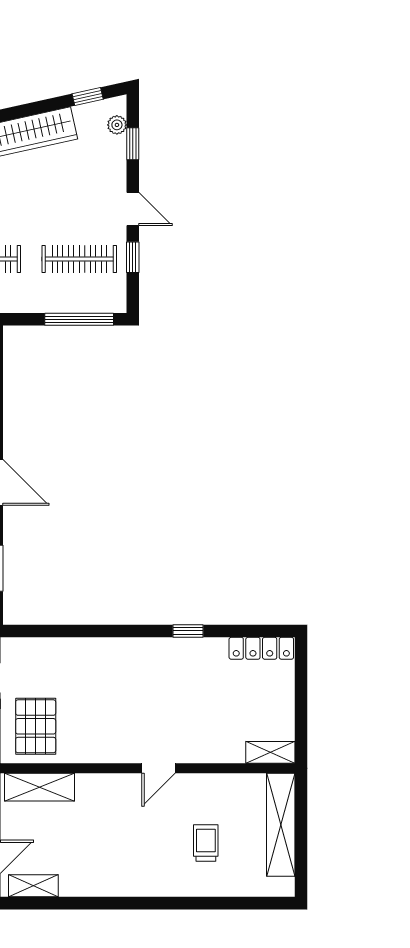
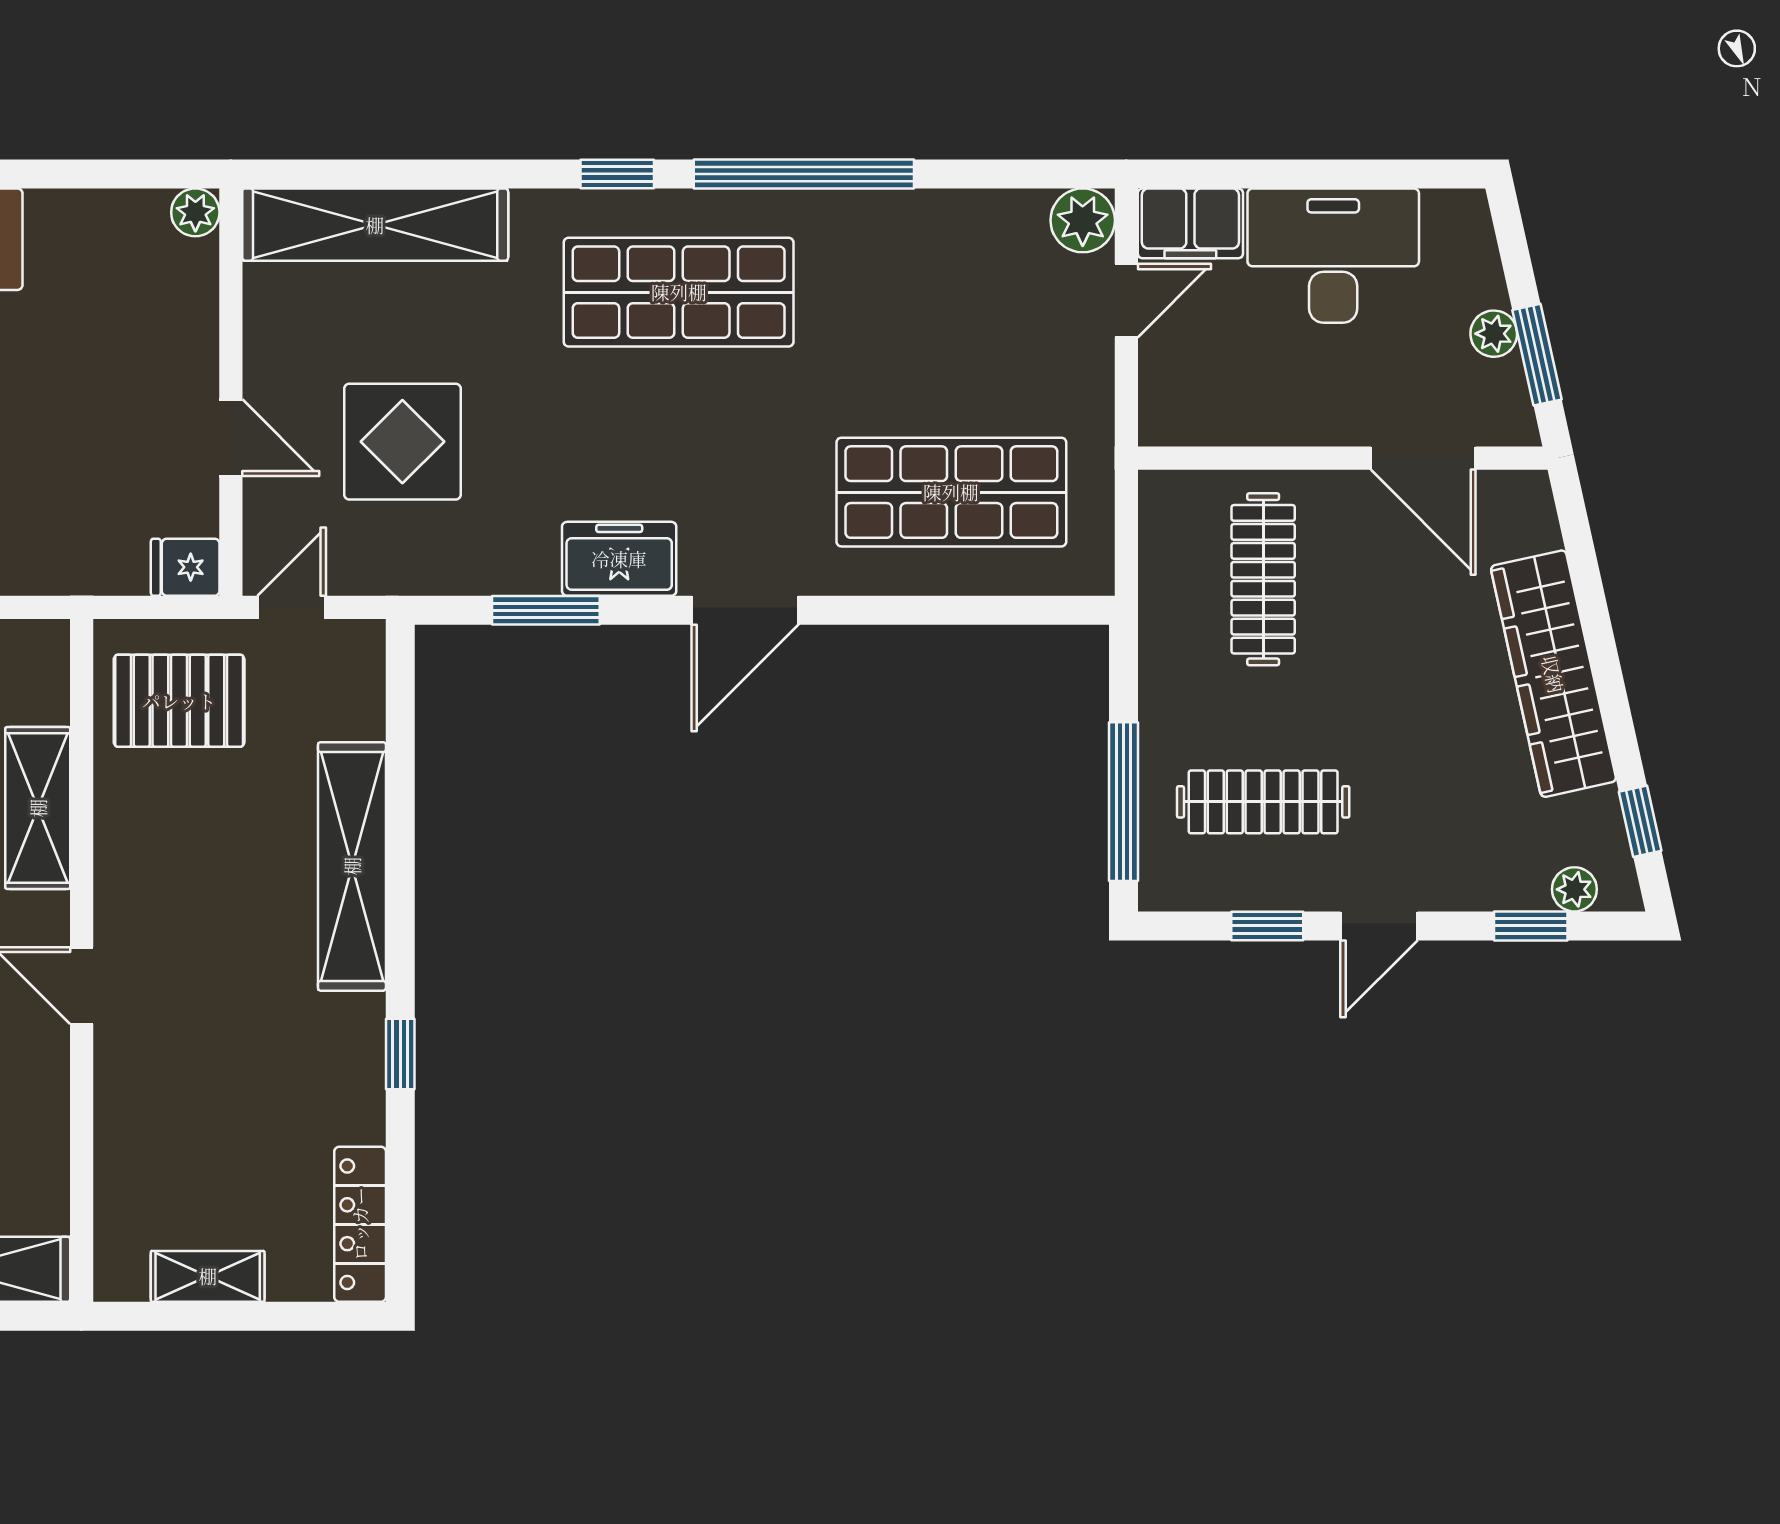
clothes rail: (79, 259) -> (1263, 802), turned 90
shelving: (107, 652) -> (352, 866), added
shelving: (270, 752) -> (208, 1276), moved, turned 90
shelving: (40, 787) -> (38, 808), moved

